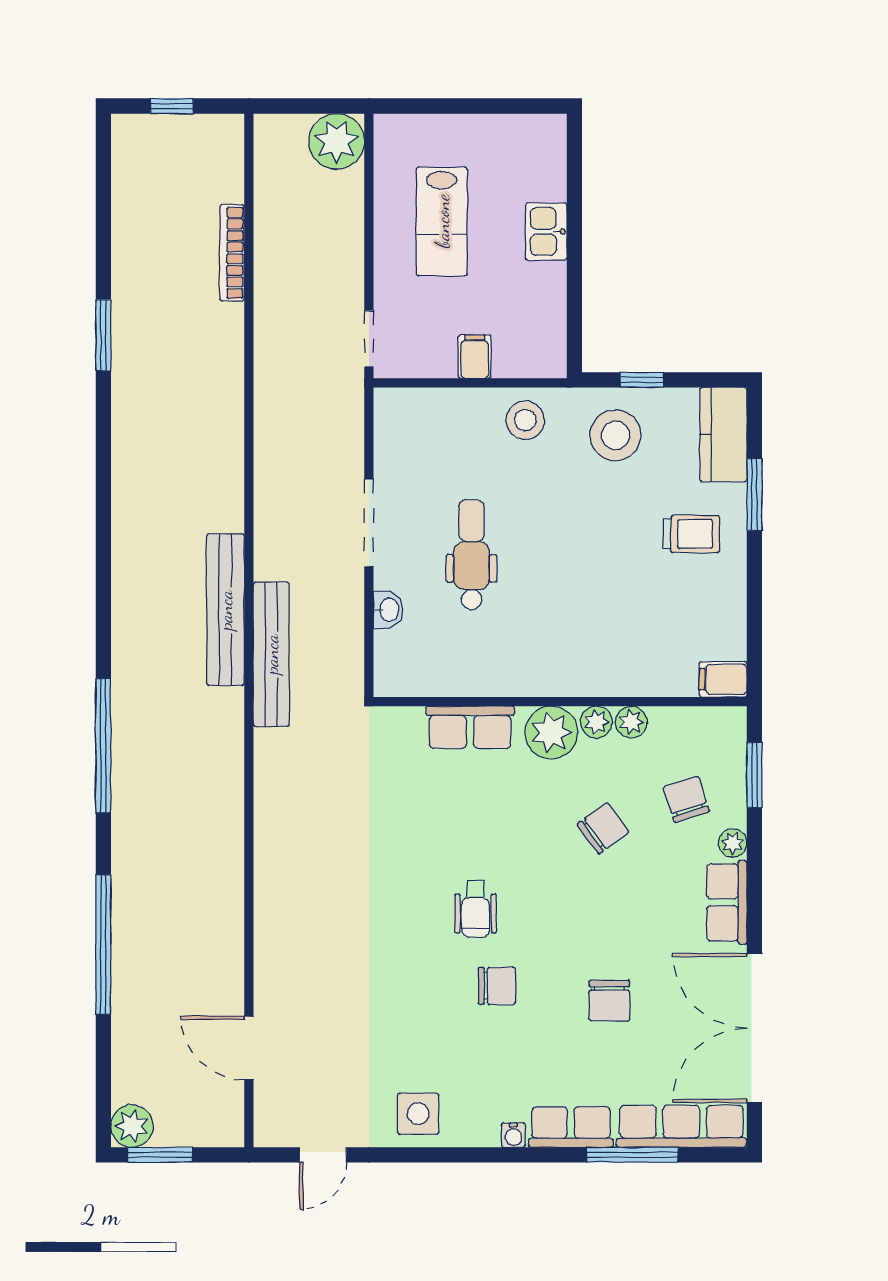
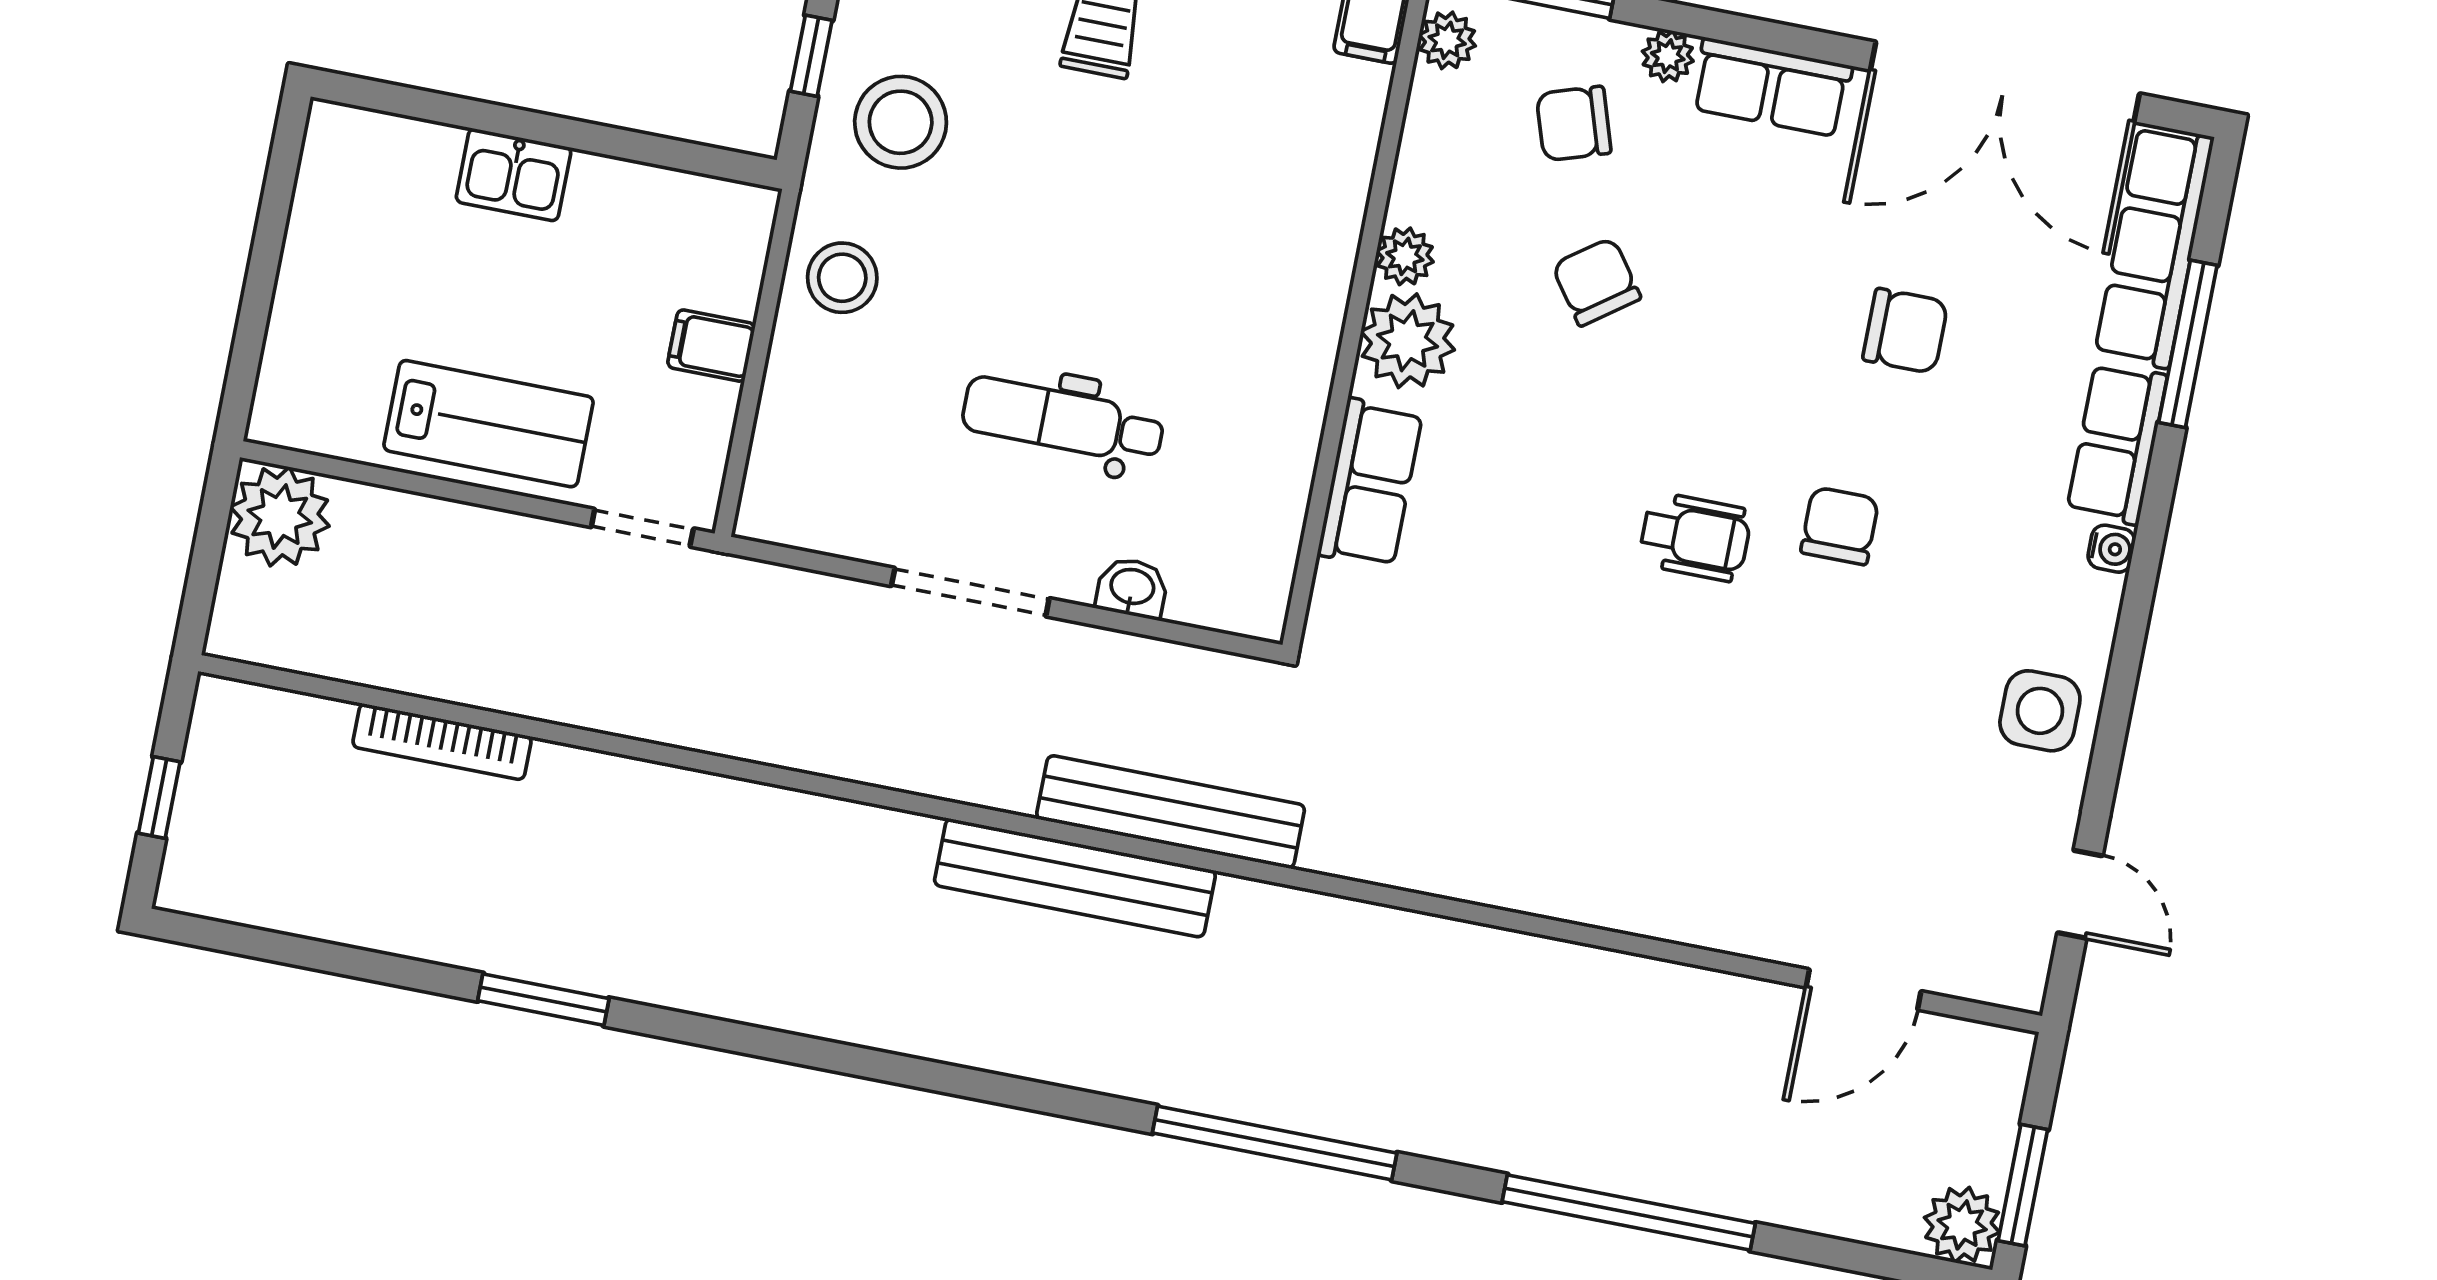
lab bench: (442, 221) -> (489, 424), moved
plant: (631, 722) -> (1447, 40), moved

